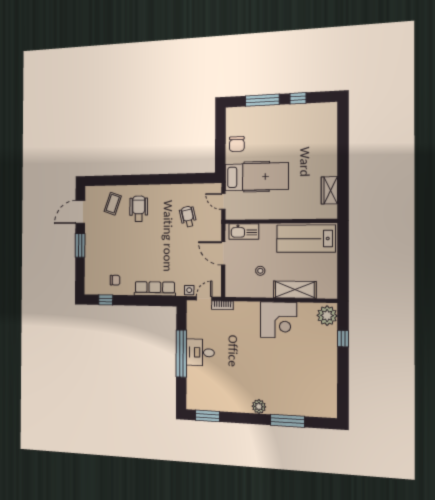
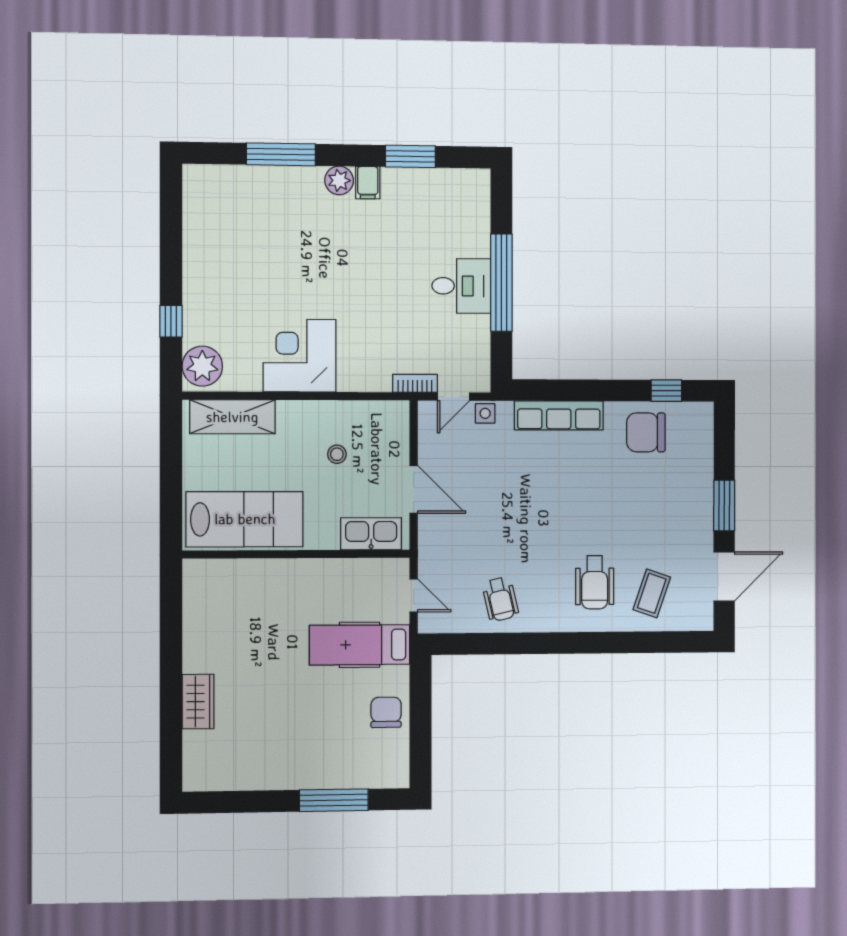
window: (298, 98) -> (261, 801), removed
hospital bed: (257, 177) -> (360, 645), width x0.73, depth x0.78
wardrobe: (329, 190) -> (198, 702), moved
wheelchair: (188, 217) -> (500, 599), moved
chair: (115, 280) -> (646, 432), width x1.87, depth x1.87
shelving: (295, 290) -> (232, 417), moved
filing cabinet: (245, 405) -> (368, 183), added
window: (207, 416) -> (410, 156), moved

